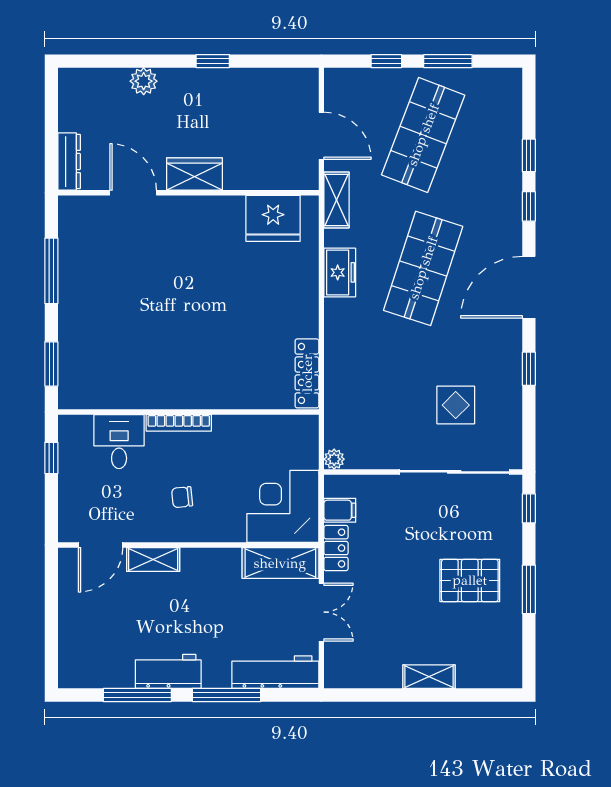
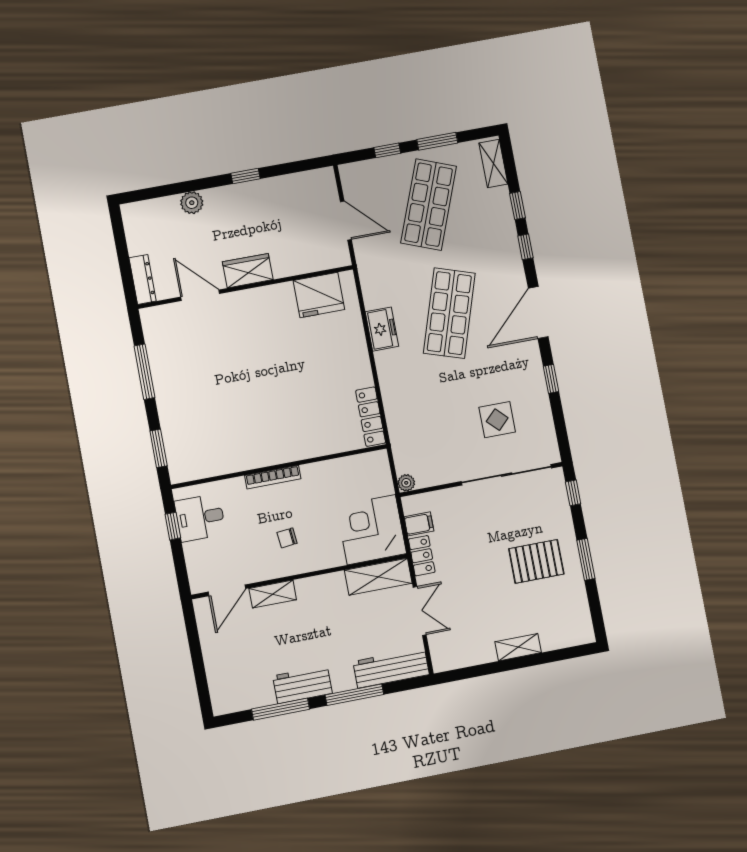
shelving: (337, 200) -> (493, 164), moved
desk: (119, 442) -> (200, 518), moved, turned -90

